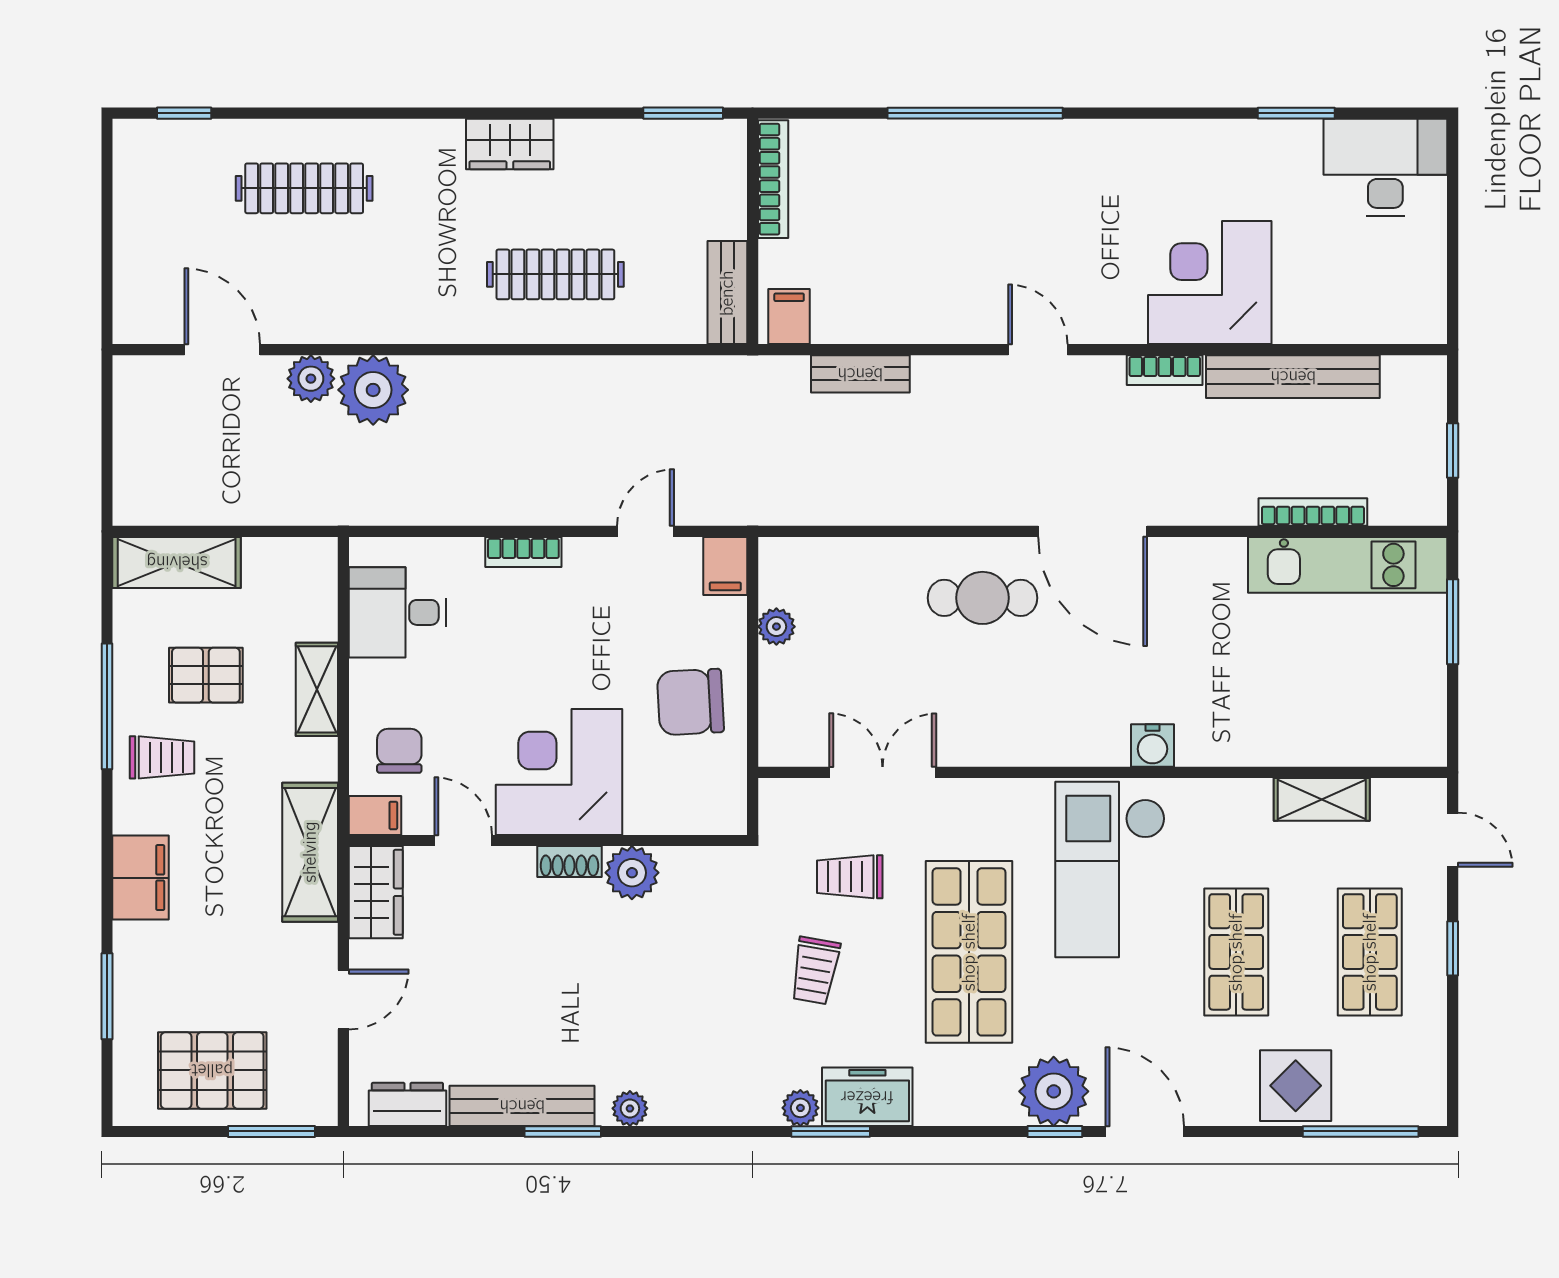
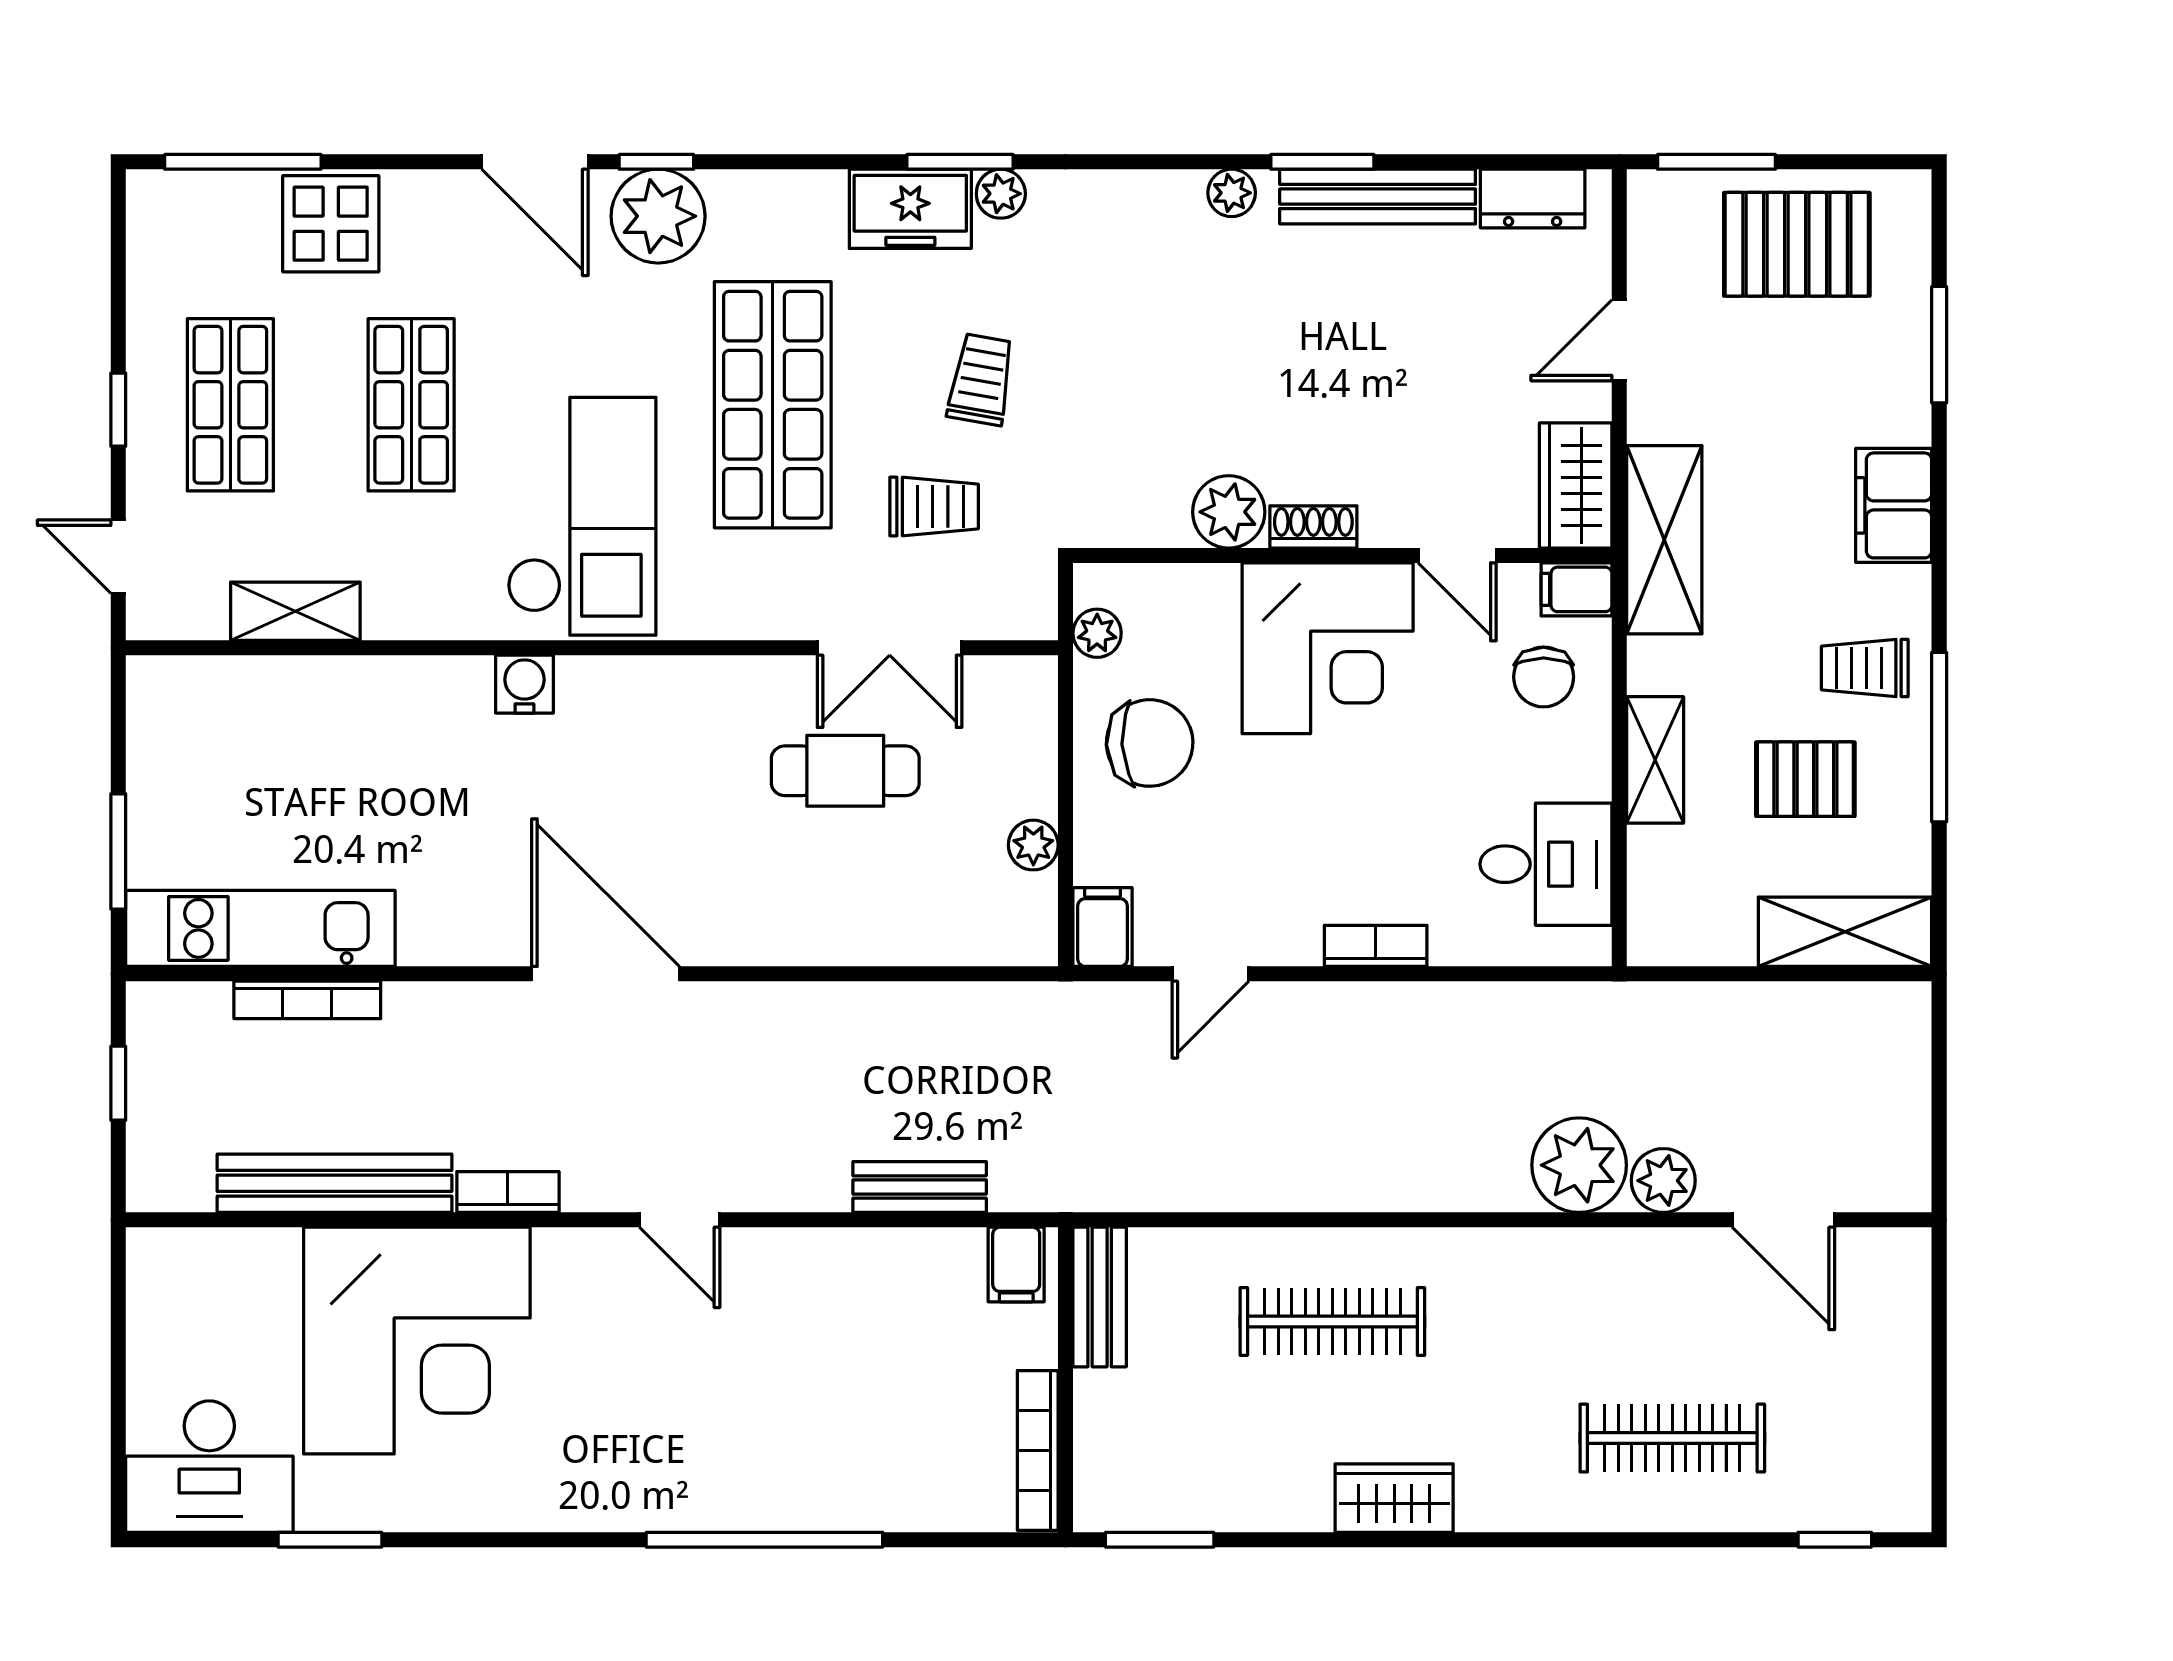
corner desk: (1210, 283) -> (417, 1341), width x1.36, depth x1.36
cafe table: (982, 598) -> (845, 771), moved
plant: (729, 783) -> (1097, 633), added

